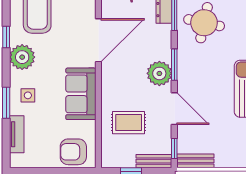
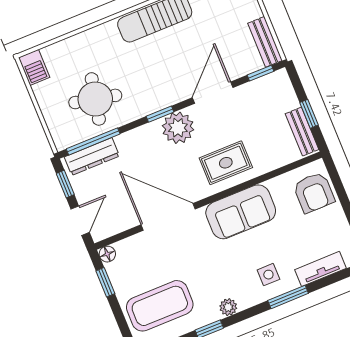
plant: (22, 57) -> (228, 307), width x0.53, depth x0.53
window: (174, 65) -> (160, 114), width x0.67
rug: (129, 123) -> (226, 163), moved, turned 90
bench: (154, 161) -> (302, 132), moved

